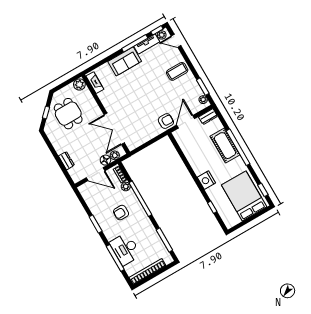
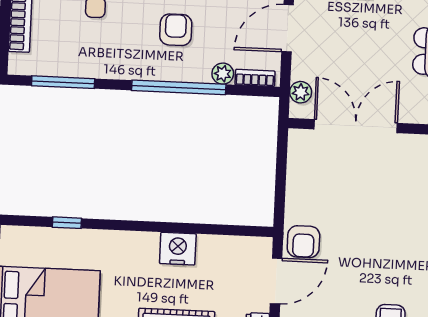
door: (186, 122) -> (276, 281), hinge flipped
floor lamp: (105, 160) -> (303, 67), removed
nightstand: (206, 180) -> (178, 249), moved

